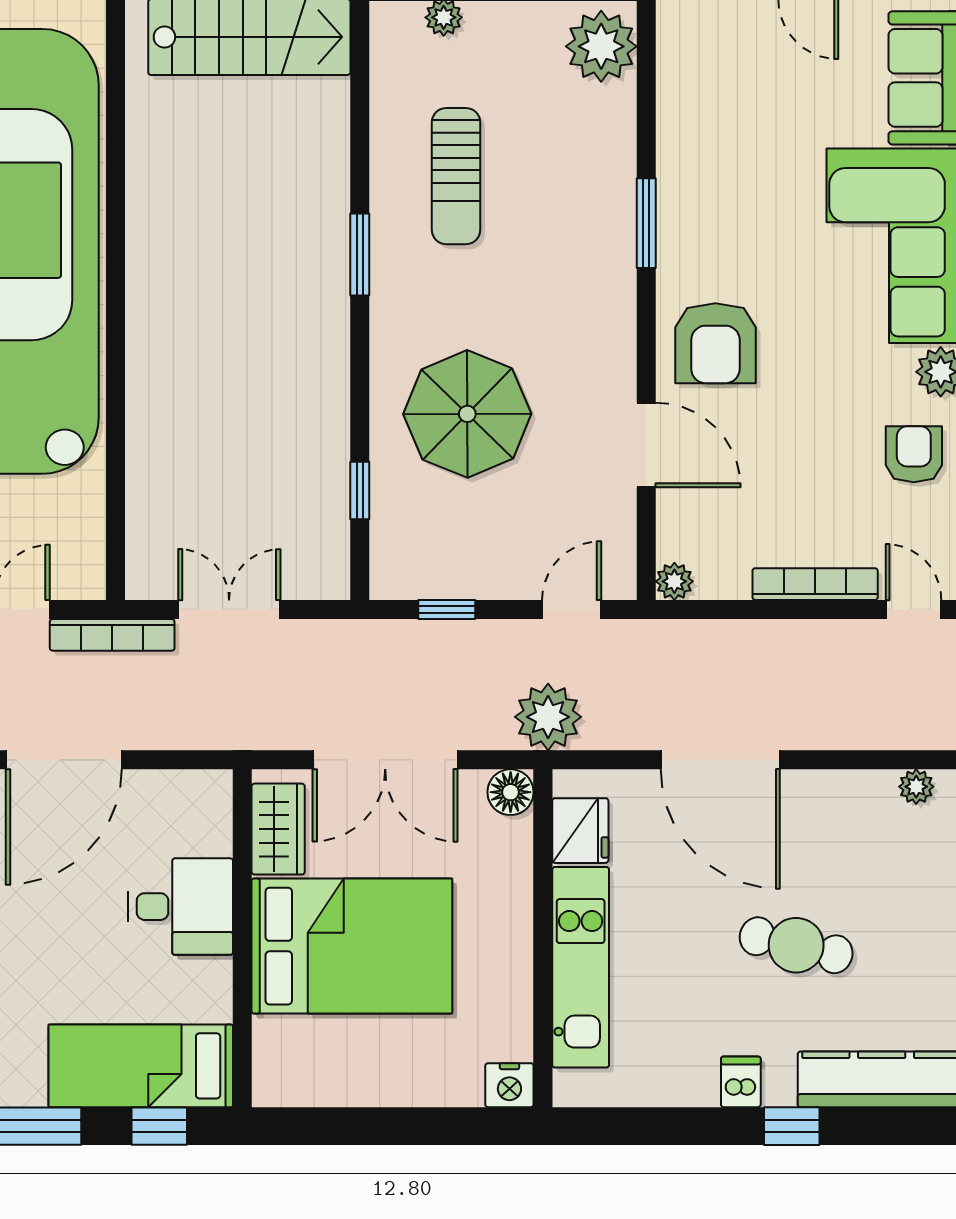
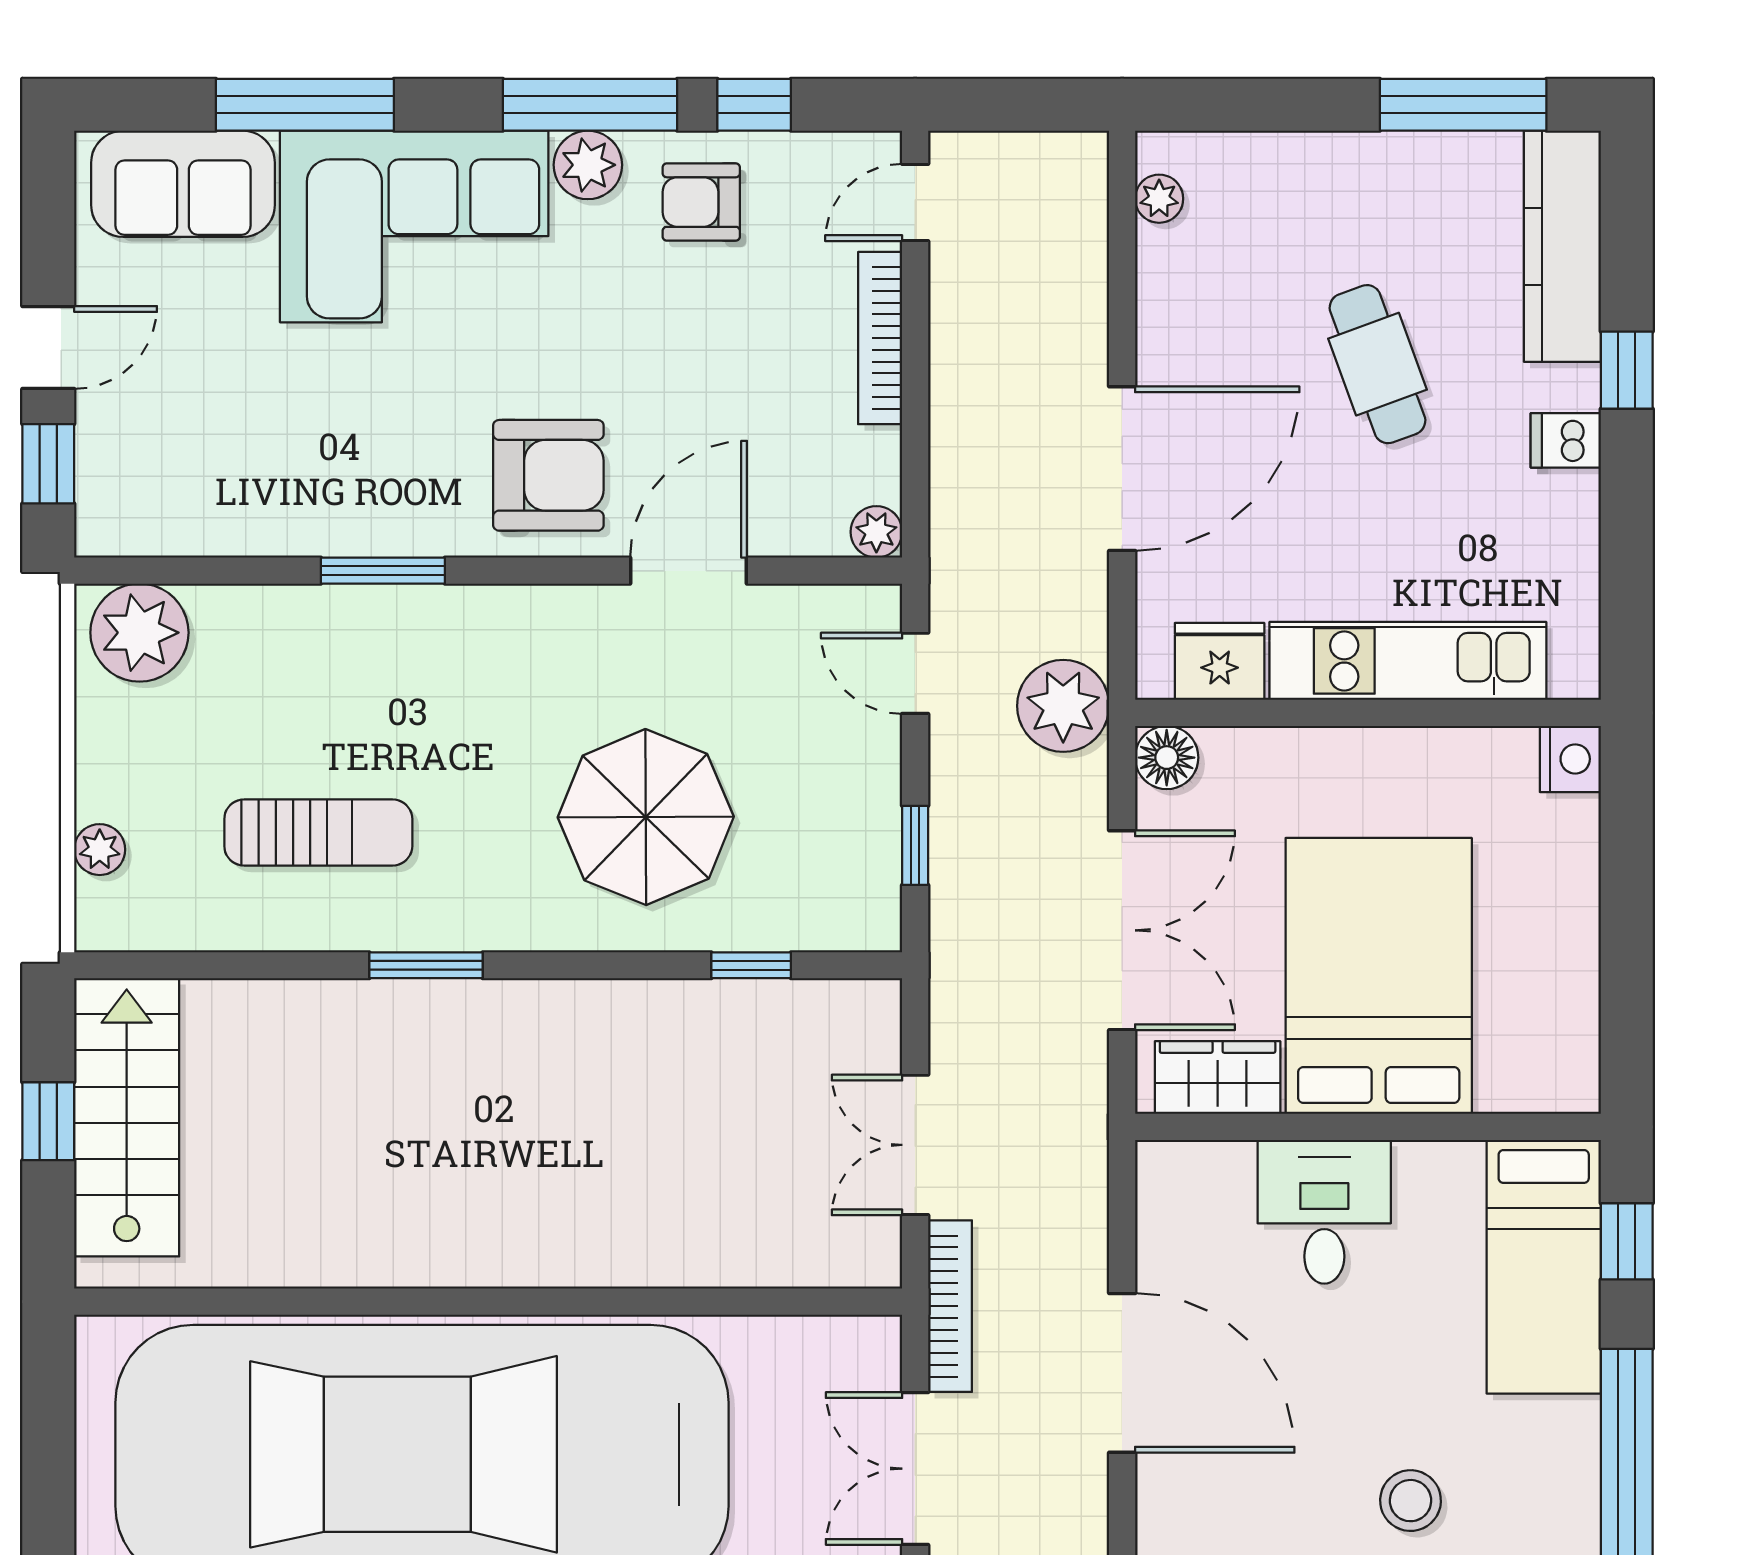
cafe table: (796, 945) -> (1378, 364), turned -33

